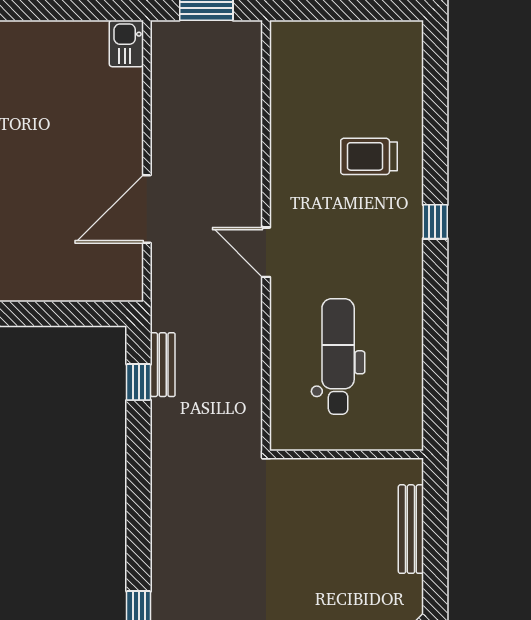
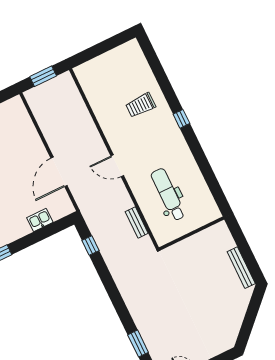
kitchen sink: (126, 43) -> (40, 220), moved, turned 90
bench: (163, 365) -> (137, 222), moved
bench: (411, 529) -> (241, 268), moved

